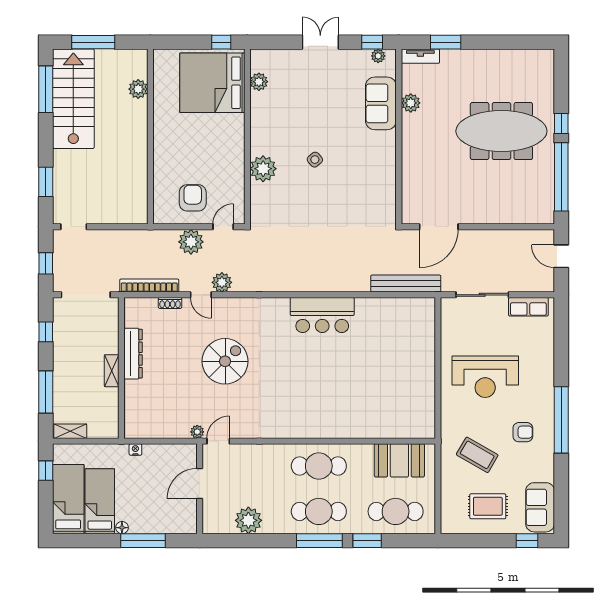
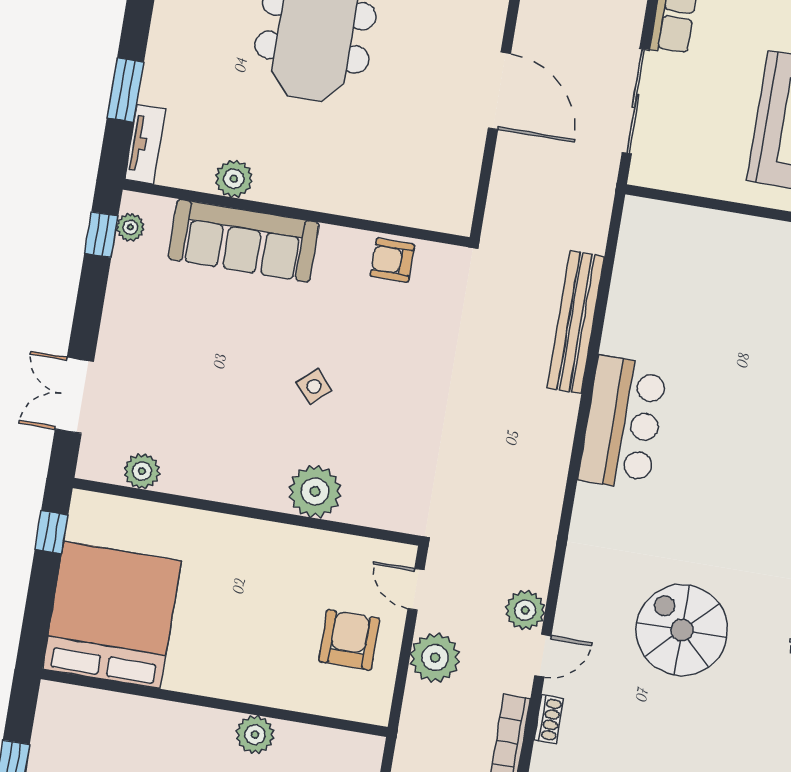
double door: (320, 42) -> (74, 395), moved
bed: (212, 83) -> (112, 615), moved, turned 180
plant: (138, 89) -> (255, 735), moved
sofa: (381, 103) -> (244, 241), width x1.36
armchair: (384, 188) -> (392, 260), added
armchair: (193, 198) -> (349, 640), turned 90
door: (439, 227) -> (499, 91), moved
bench: (406, 284) -> (576, 322), moved

